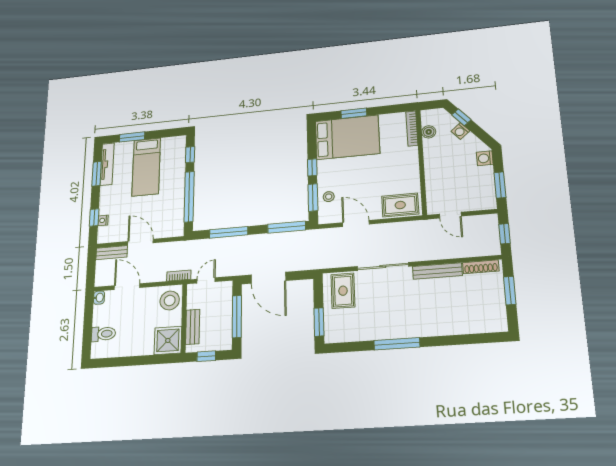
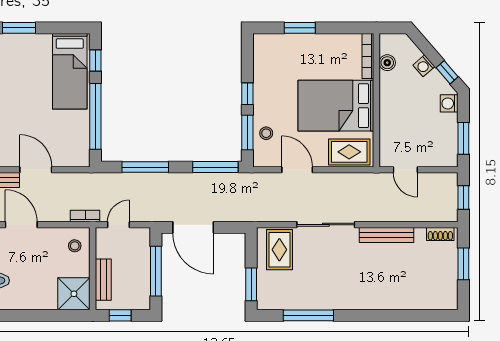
window: (461, 117) -> (447, 72), moved
bed: (347, 137) -> (336, 106), moved, turned 180
bed: (146, 167) -> (70, 71), moved
shoe rack: (481, 267) -> (440, 234), width x0.70
stool: (170, 300) -> (75, 246), width x0.53, depth x0.53
window: (397, 344) -> (308, 315), moved

